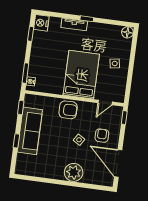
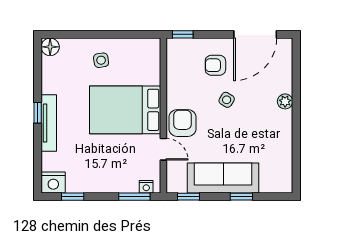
tv unit: (74, 24) -> (49, 123), width x1.41
door: (105, 102) -> (163, 149), moved
plant: (74, 172) -> (285, 101), width x0.53, depth x0.53

